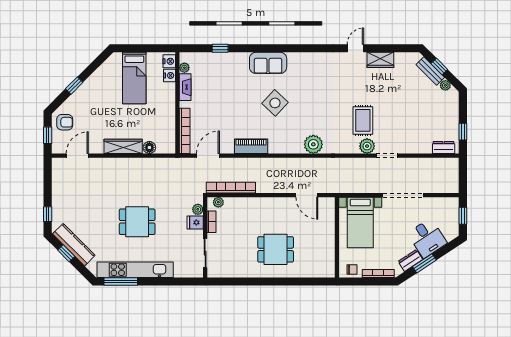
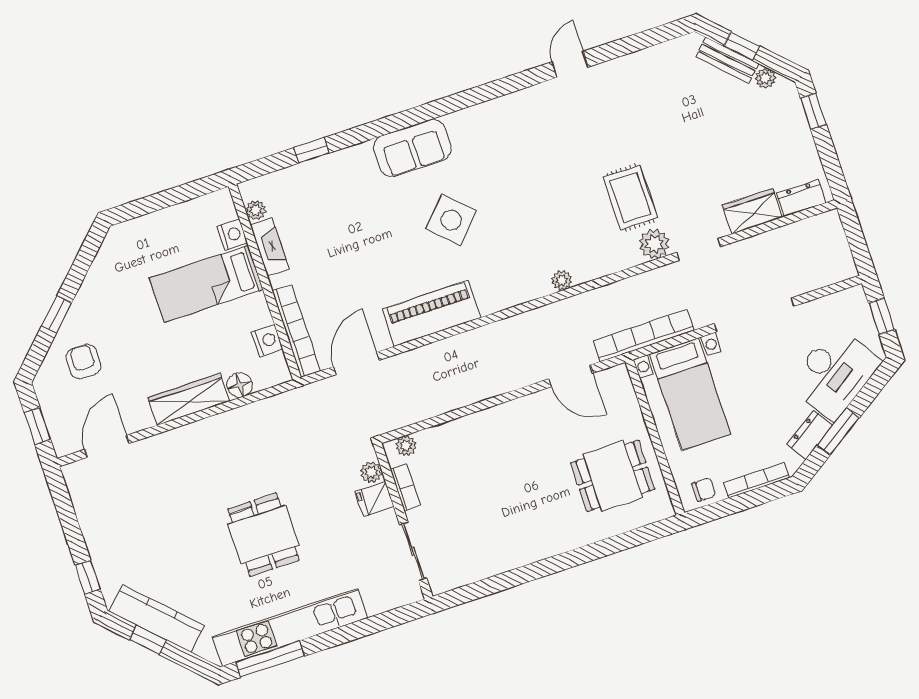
wardrobe: (380, 60) -> (752, 211), moved, turned 180
nightstand: (169, 61) -> (267, 340), moved
bed: (134, 78) -> (206, 284), moved, turned 90
armchair: (65, 122) -> (83, 362), moved, turned -90
window: (463, 132) -> (813, 111), moved
plant: (313, 144) -> (562, 280), width x0.53, depth x0.53
piano: (251, 146) -> (431, 313), width x1.37, depth x1.33
bookcase: (231, 188) -> (644, 336), moved
dining table: (137, 222) -> (263, 535), turned 90
desk: (427, 238) -> (834, 373), width x1.37
dining table: (276, 249) -> (613, 476), moved

